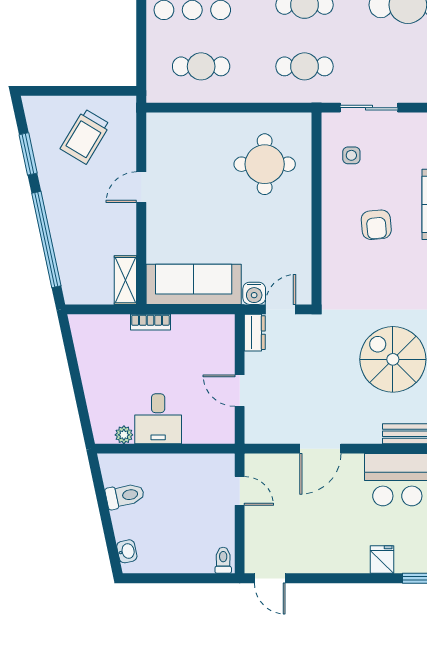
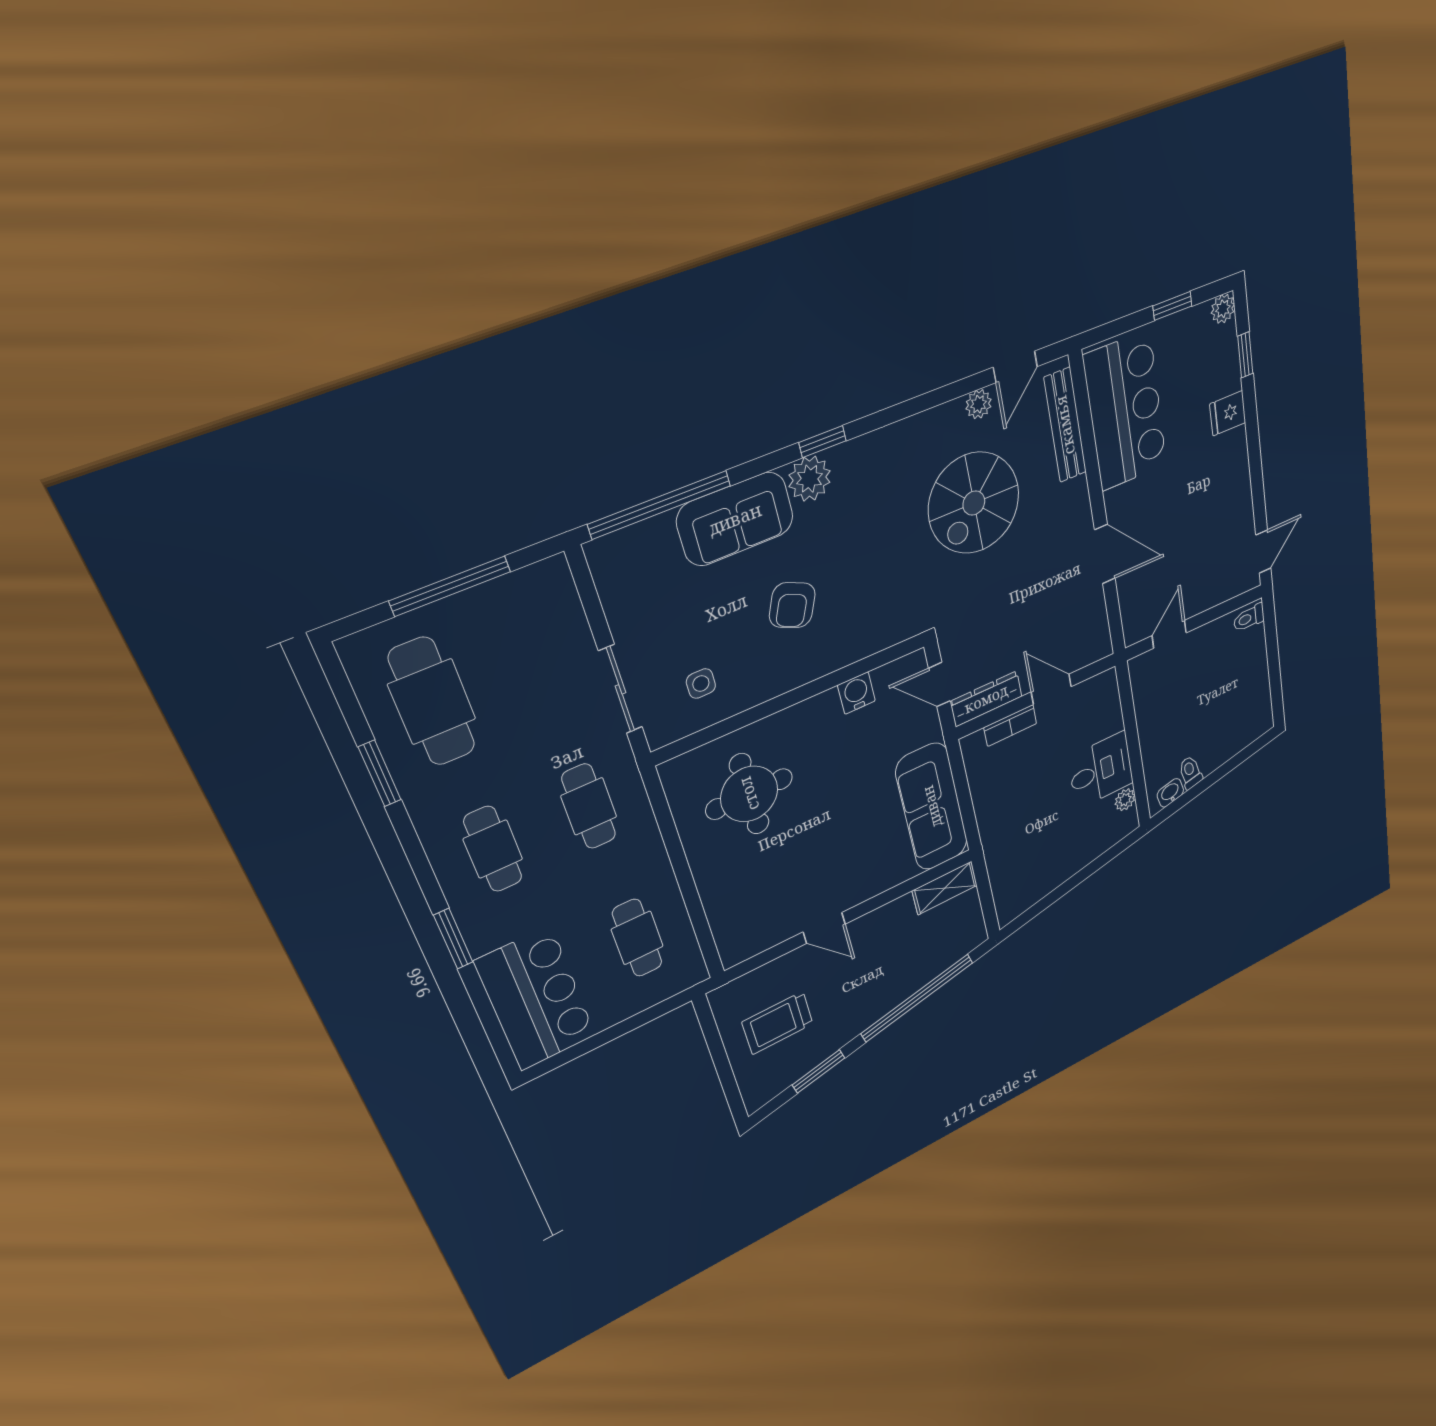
trolley: (85, 136) -> (778, 1023), turned 149
armchair: (376, 225) -> (792, 605), turned 119
water cooler: (254, 293) -> (856, 693), moved, turned -90
bookcase: (150, 322) -> (1010, 725), moved, turned 90
dresser: (255, 333) -> (986, 699), width x1.44
door: (240, 391) -> (1051, 689), swing flipped
toilet: (125, 496) -> (1190, 772), width x0.73, depth x0.72
washbasin: (127, 551) -> (1170, 793), moved

